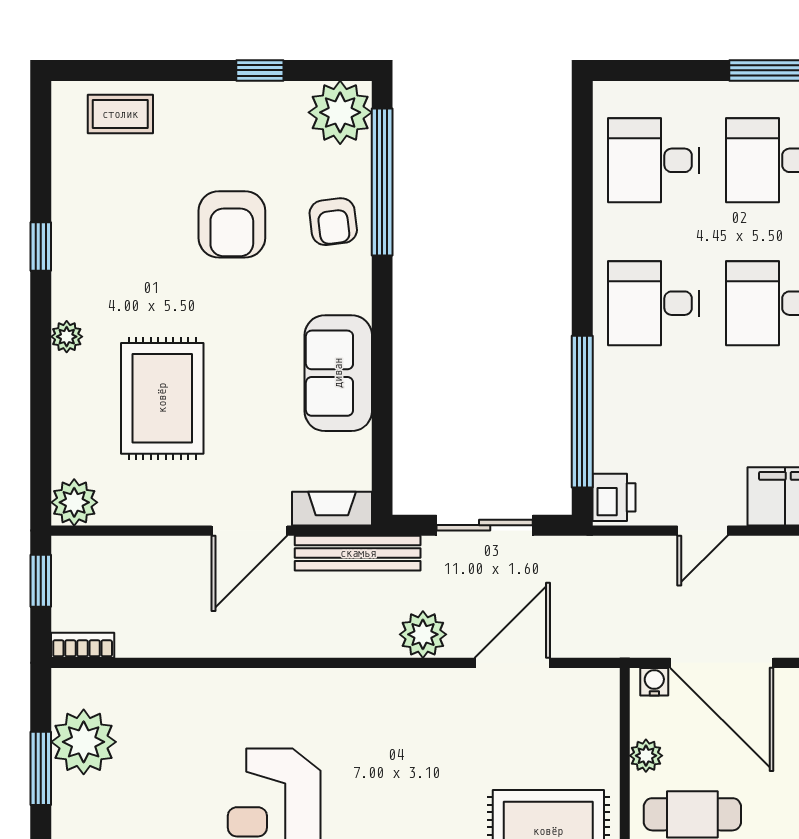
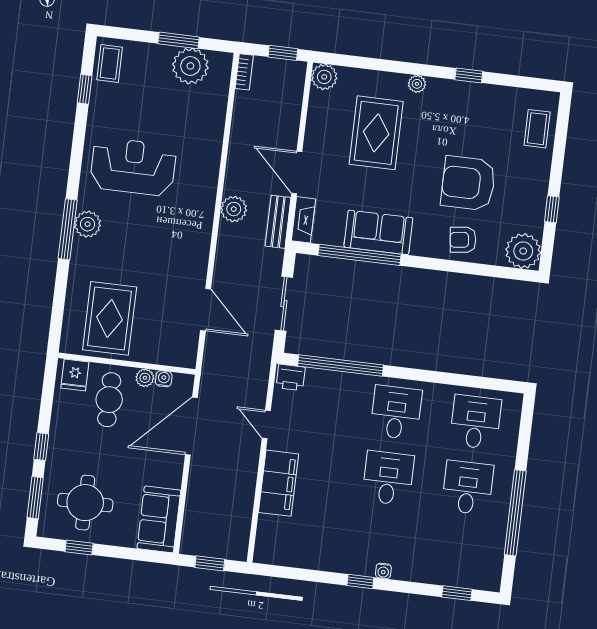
window: (382, 182) -> (359, 255), moved
armchair: (232, 224) -> (468, 183), width x1.36, depth x1.36
rug: (162, 398) -> (376, 133), turned 90
bench: (358, 553) -> (278, 222), width x0.73
plant: (423, 634) -> (234, 209), moved
water cooler: (654, 682) -> (164, 379), moved, turned -90

